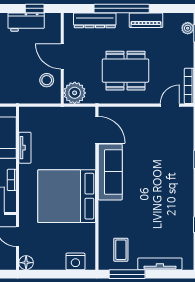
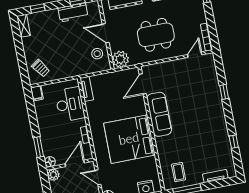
door: (97, 130) -> (143, 84), swing flipped
tv unit: (25, 148) -> (87, 89), moved
tv unit: (160, 264) -> (215, 176), width x0.71

